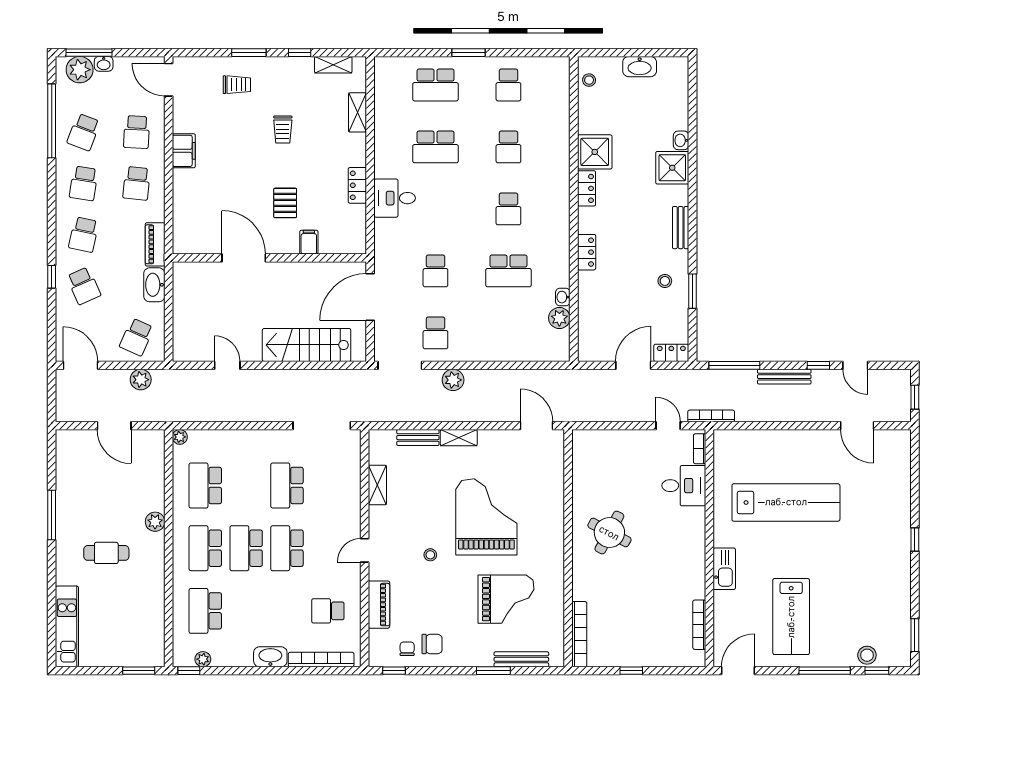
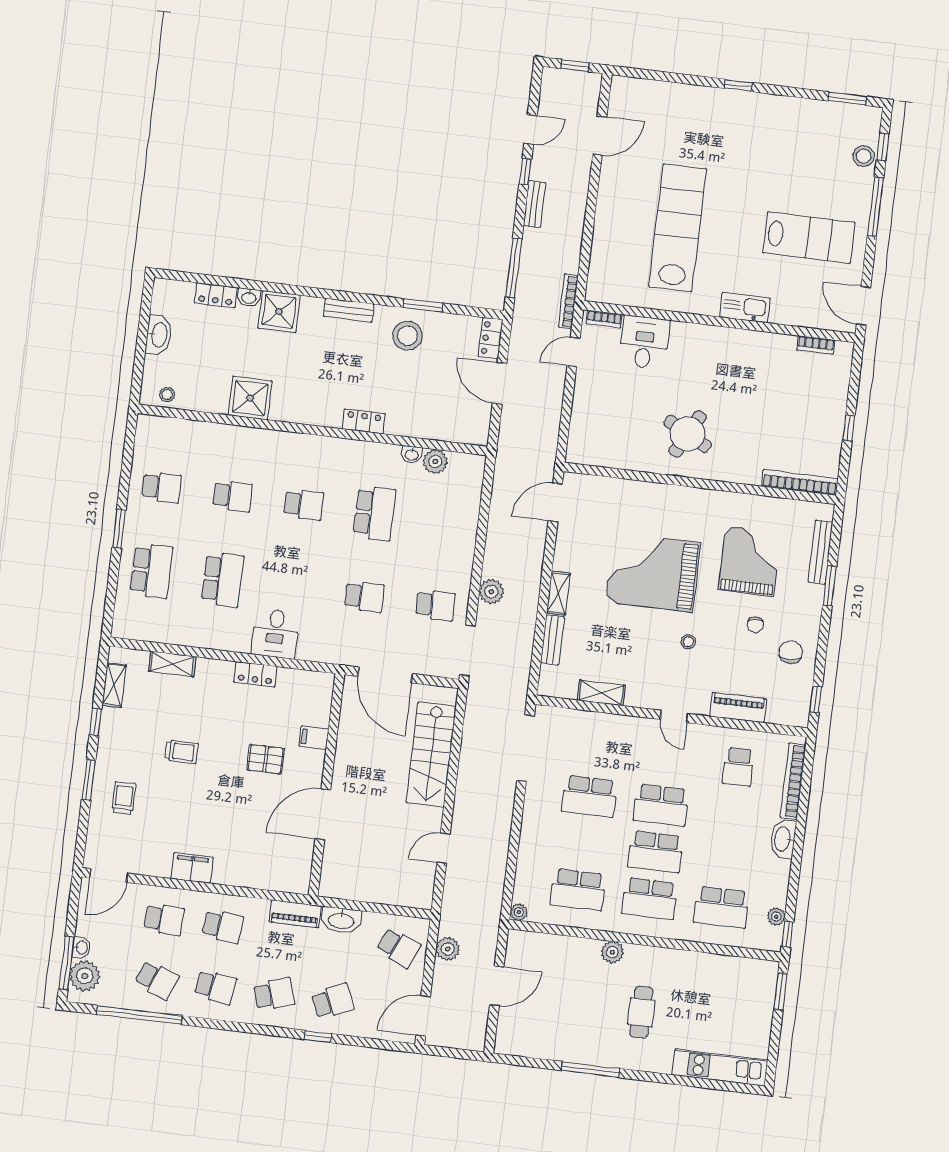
locker: (586, 188) -> (216, 295), moved, turned 180
school desk: (84, 235) -> (274, 994), turned -30
stool: (665, 281) -> (407, 336), width x1.89, depth x1.89
bench: (784, 377) -> (534, 204), width x0.73
bookcase: (699, 625) -> (816, 345), width x0.64
chair: (407, 649) -> (755, 625), moved, turned -95

